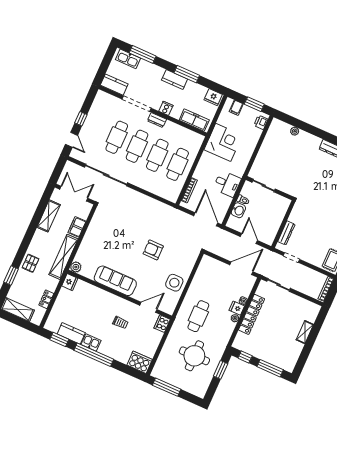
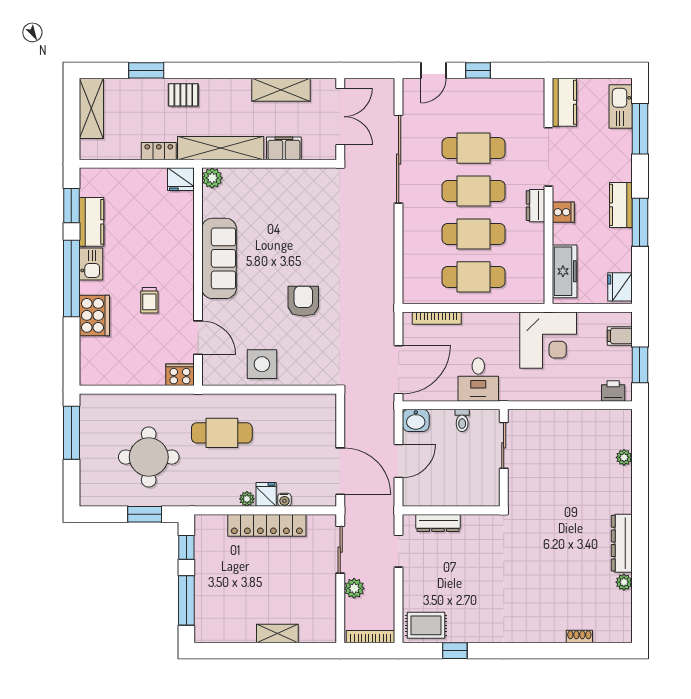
washbasin: (238, 210) -> (416, 420), moved
plant: (300, 286) -> (354, 588), added
locker: (46, 299) -> (159, 151), moved
cooker: (140, 362) -> (94, 315), moved

